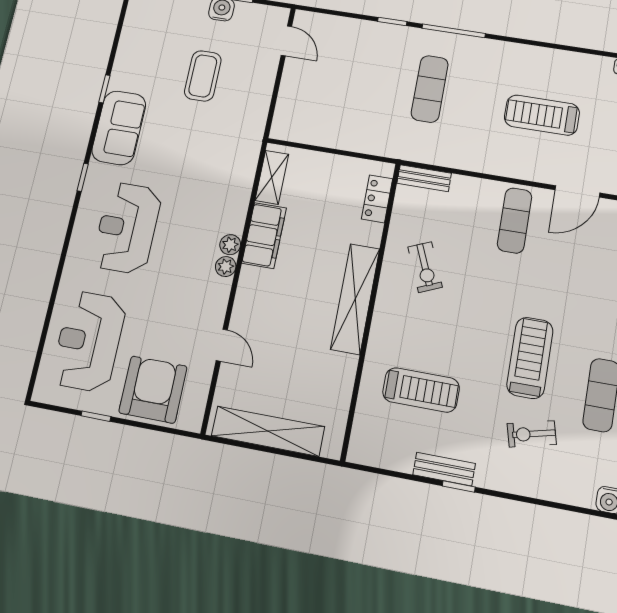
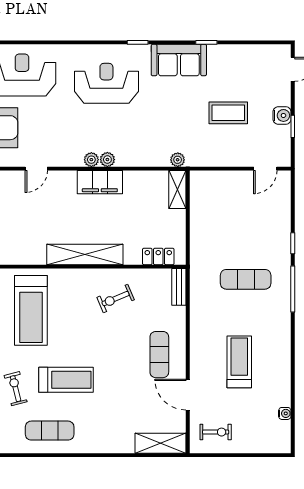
plant: (251, 151) -> (178, 160), added
shelving: (272, 177) -> (177, 189), moved, turned 90
exercise mat: (515, 220) -> (159, 355), turned 90
filing cabinet: (264, 236) -> (100, 182), moved
treadmill: (421, 390) -> (31, 310), width x1.37, depth x1.38

